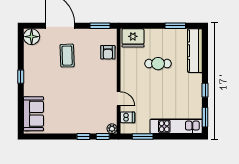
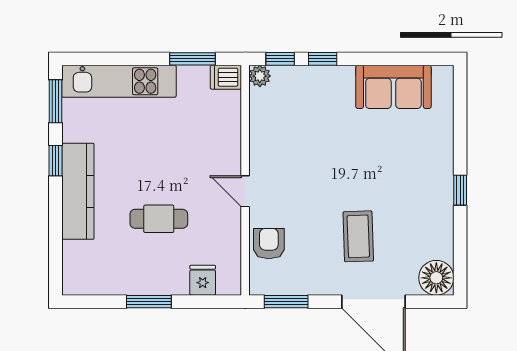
window: (175, 26) -> (149, 302), moved
fridge: (133, 38) -> (203, 280), width x0.53, depth x0.75
kitchen counter: (195, 51) -> (78, 191), moved
door: (119, 99) -> (245, 191), moved
sofa: (33, 114) -> (393, 87), moved, turned -90
dishwasher: (127, 117) -> (226, 77), moved

